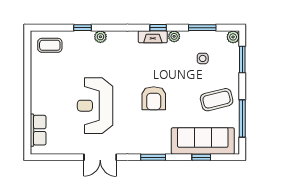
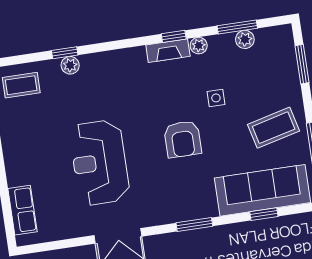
plant: (100, 37) -> (70, 65), moved
plant: (233, 37) -> (245, 39), moved
side table: (203, 58) -> (216, 98), moved

